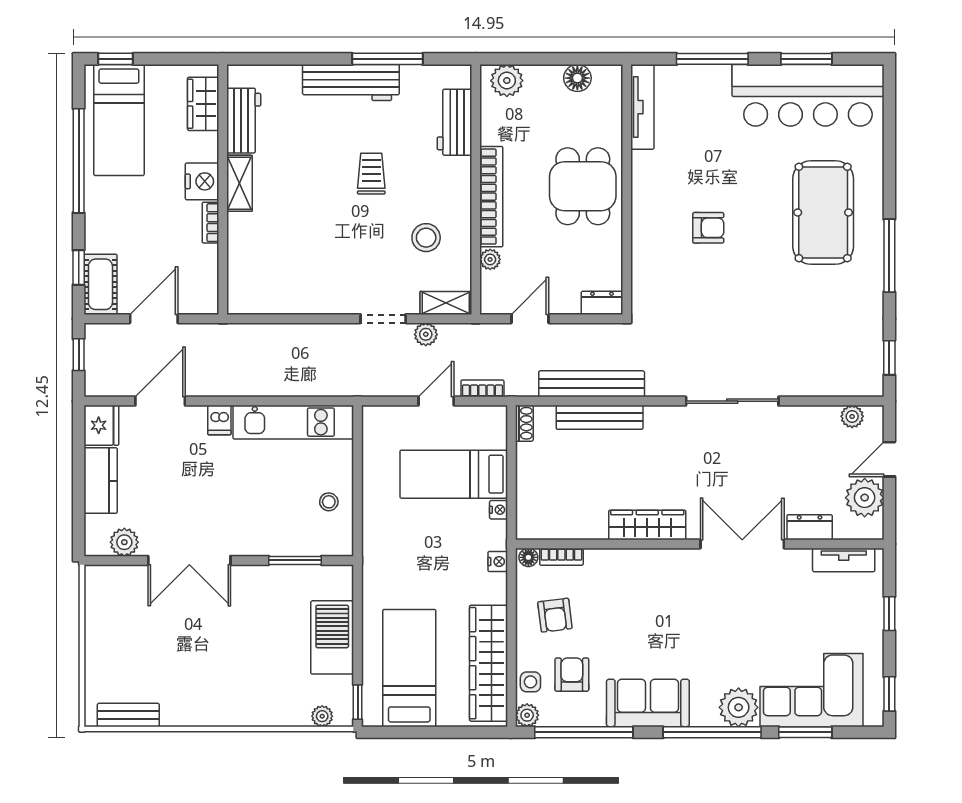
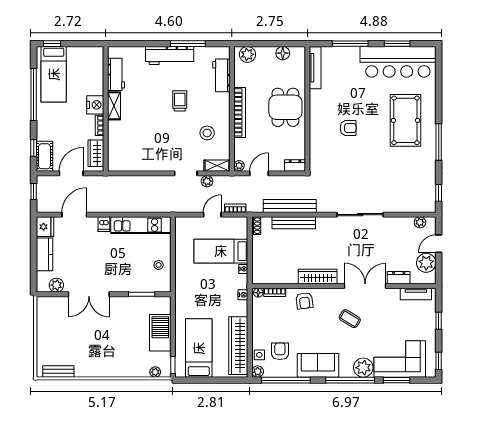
wardrobe: (203, 104) -> (96, 153), moved
plant: (490, 259) -> (239, 166), moved
coffee table: (712, 609) -> (350, 319), added
armchair: (555, 615) -> (304, 301), moved

